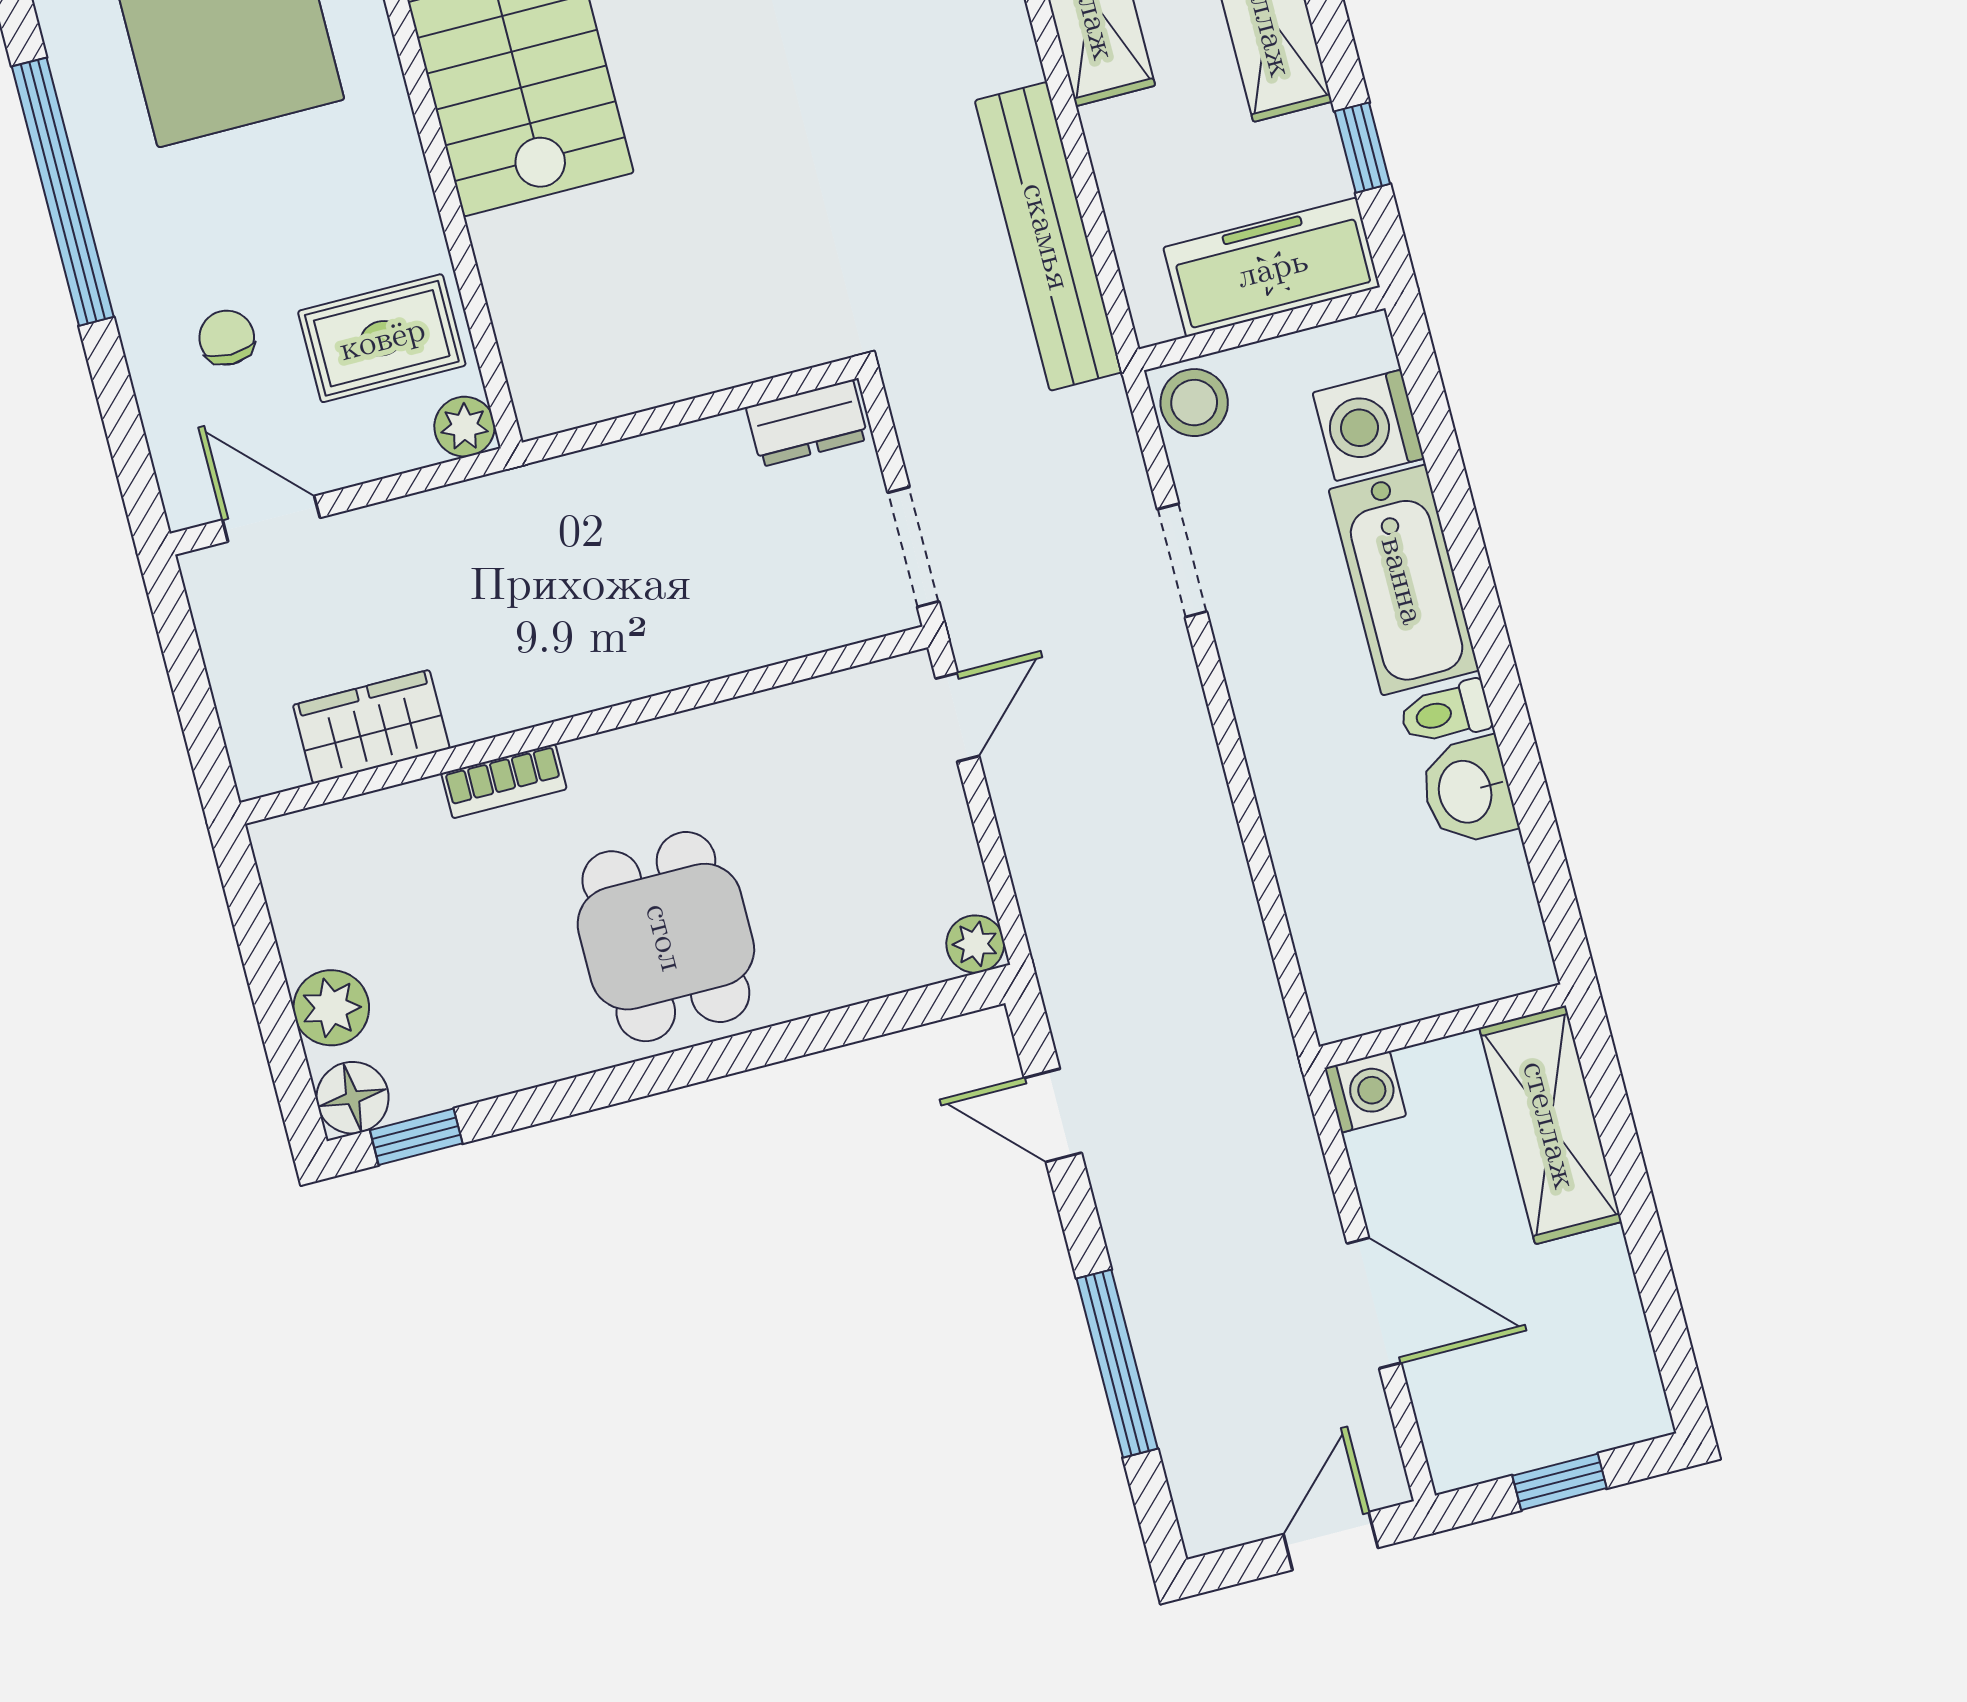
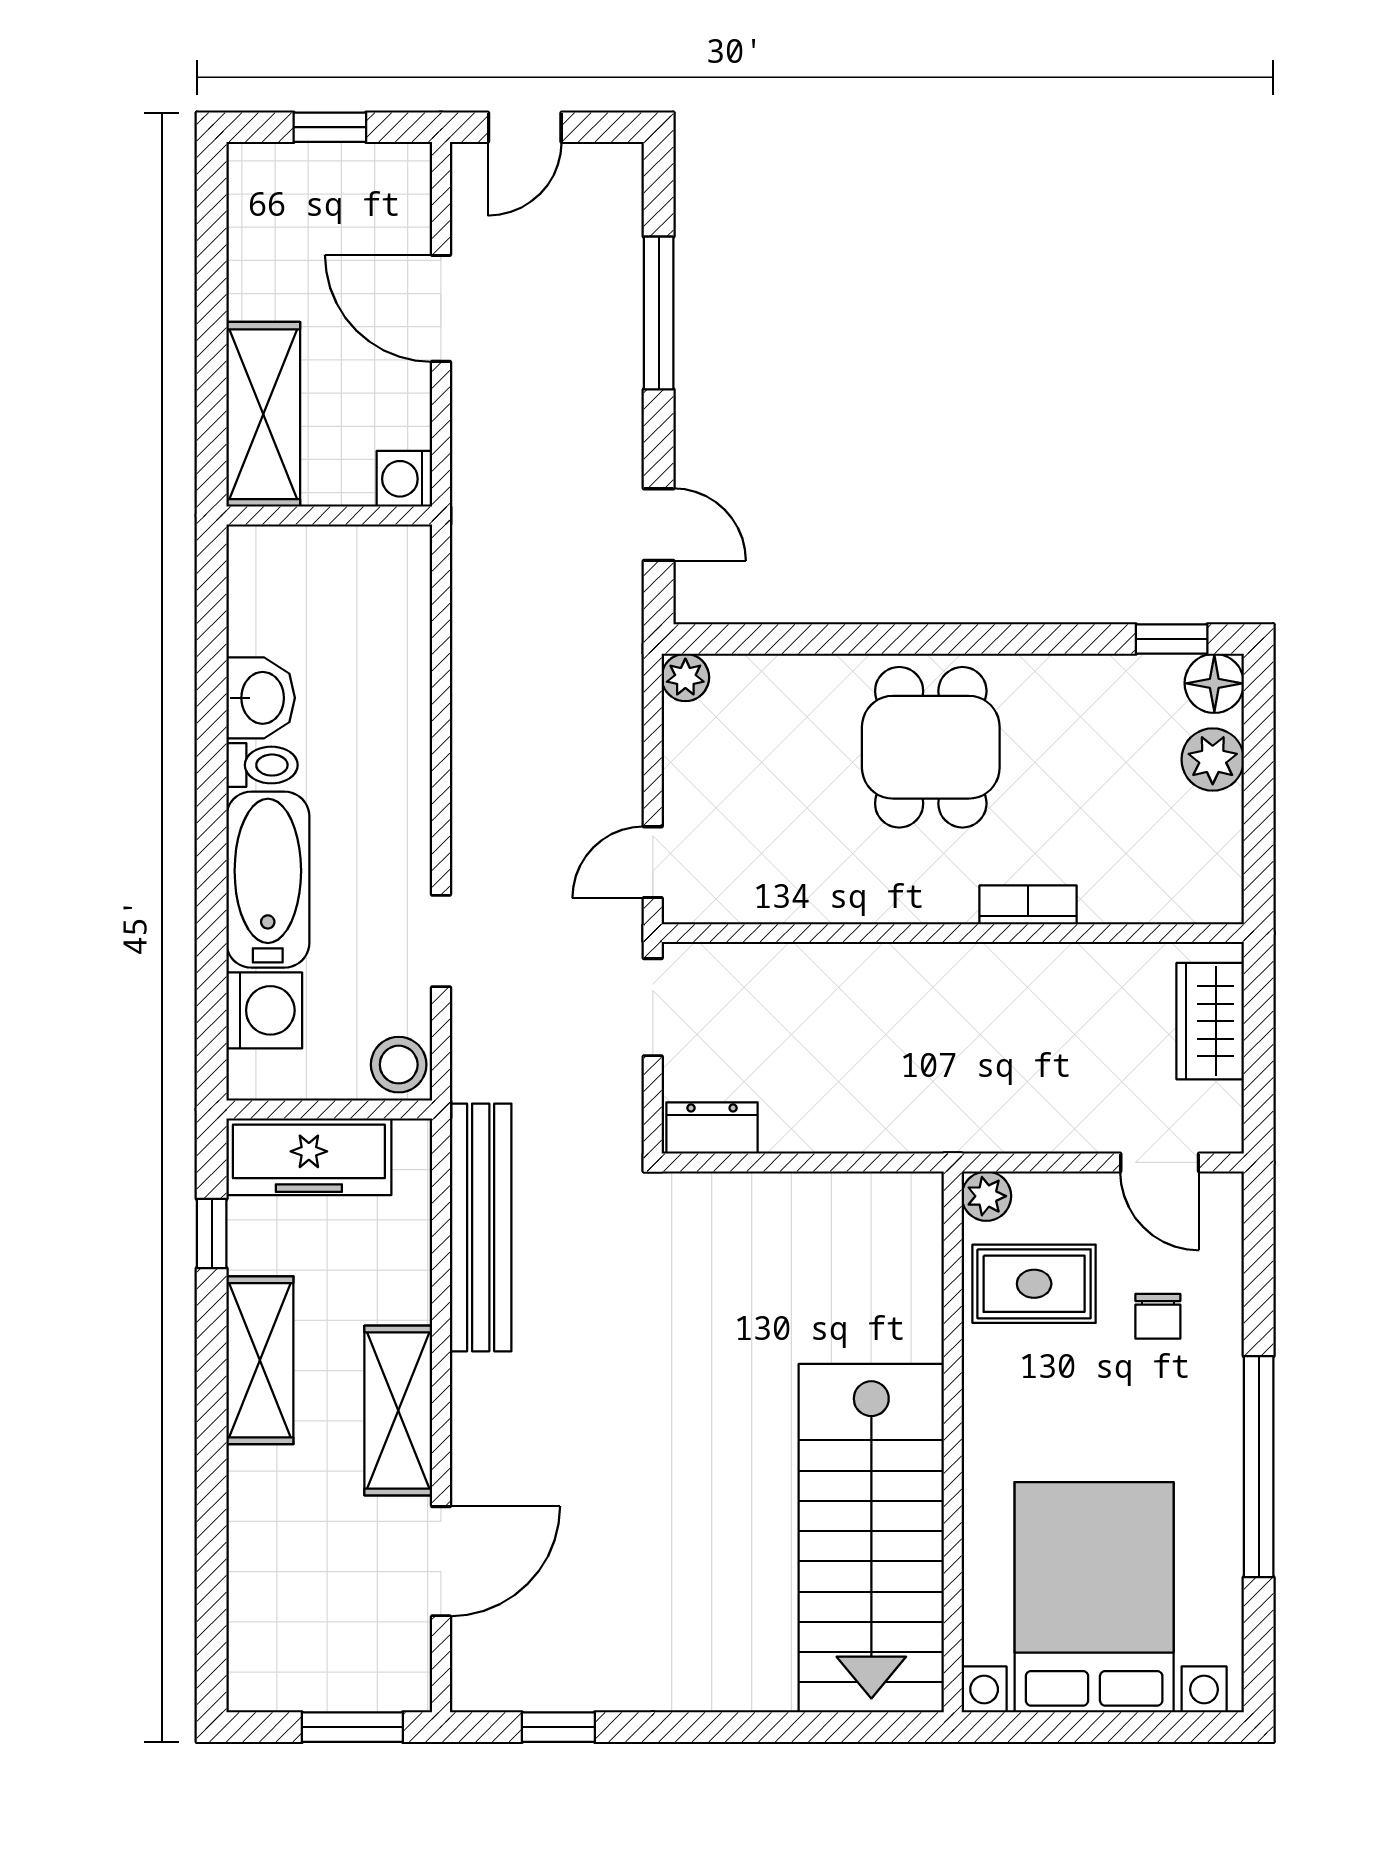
wardrobe: (371, 727) -> (1210, 1021), moved, turned 90

